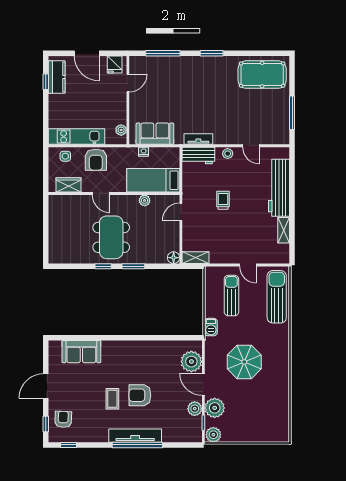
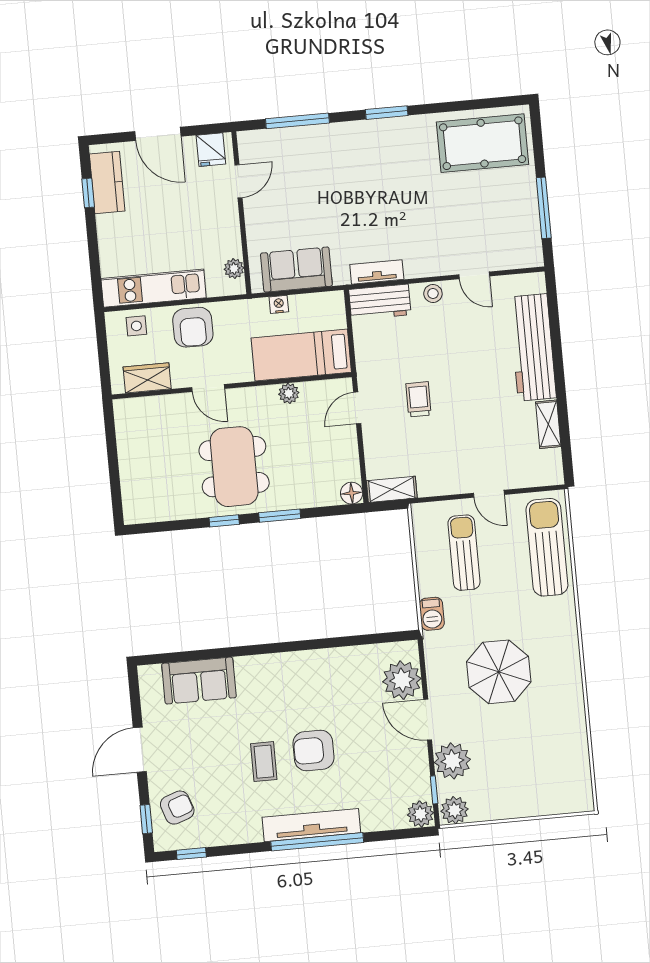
trolley: (223, 200) -> (418, 399), moved
plant: (195, 409) -> (420, 814), moved
armchair: (63, 419) -> (177, 808), turned 69

